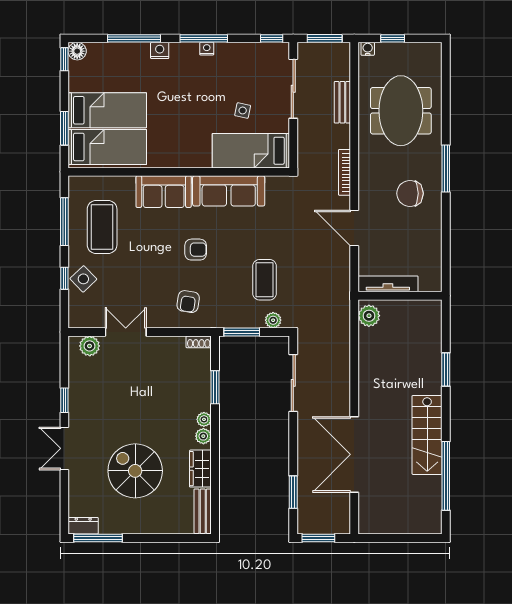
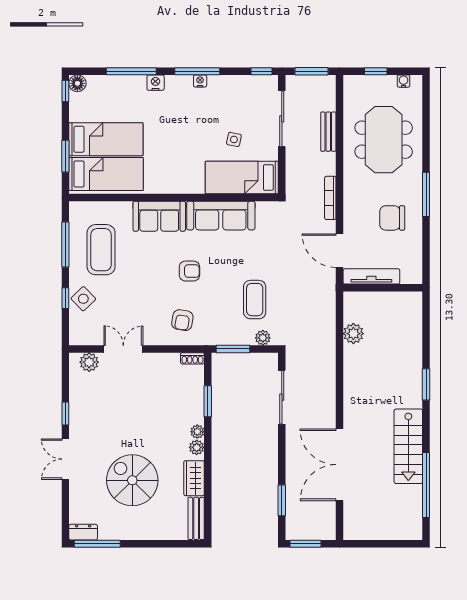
water cooler: (368, 49) -> (403, 81), moved
tv unit: (388, 284) -> (371, 276), moved
wall: (400, 296) -> (383, 288), moved

